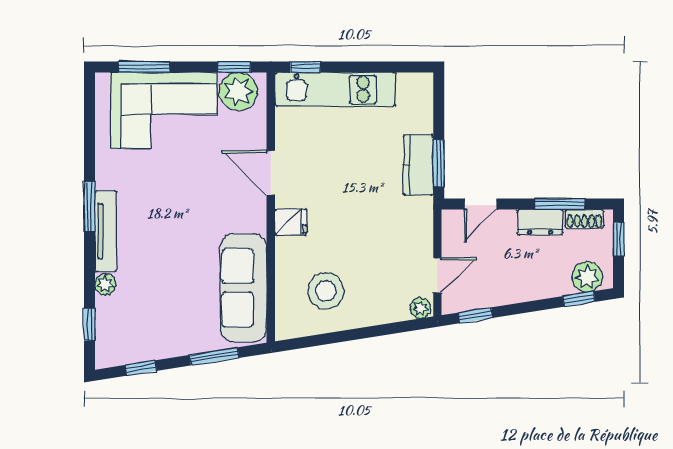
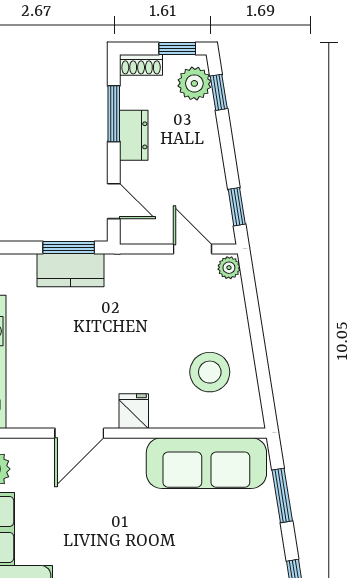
shoe rack: (584, 219) -> (141, 65), moved, turned 90
window: (619, 239) -> (177, 49), moved

